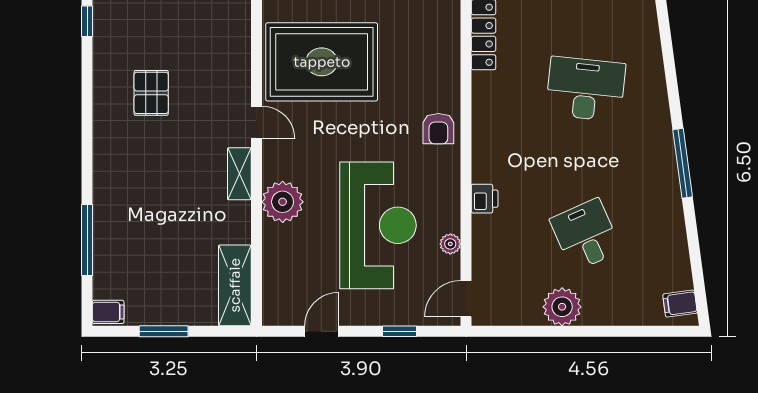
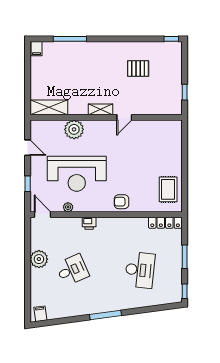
rug: (322, 62) -> (168, 189), moved, width x0.54, depth x0.49
plant: (283, 202) -> (74, 129), moved
window: (164, 331) -> (28, 74), removed

